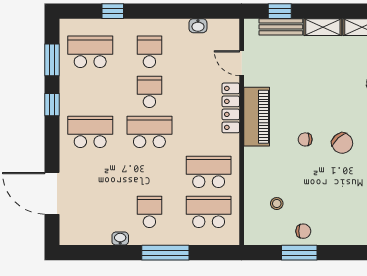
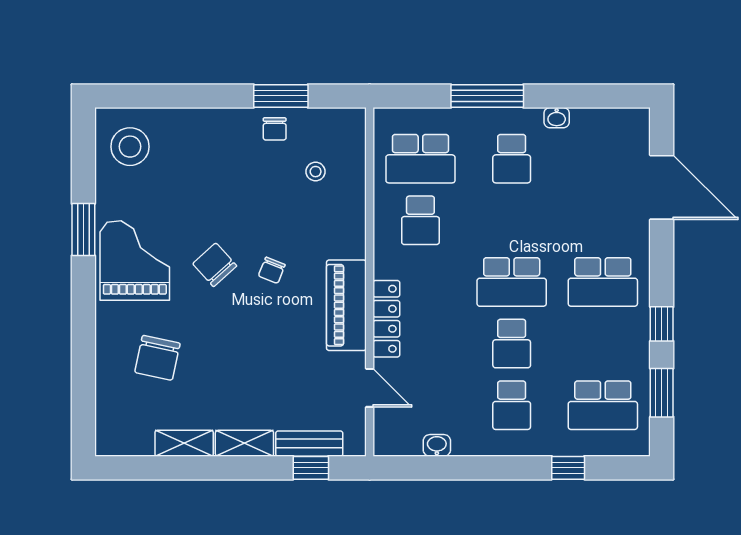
chair: (305, 139) -> (272, 270), turned 112
school desk: (209, 172) -> (420, 220), width x0.54
chair: (303, 231) -> (275, 129), turned -90

